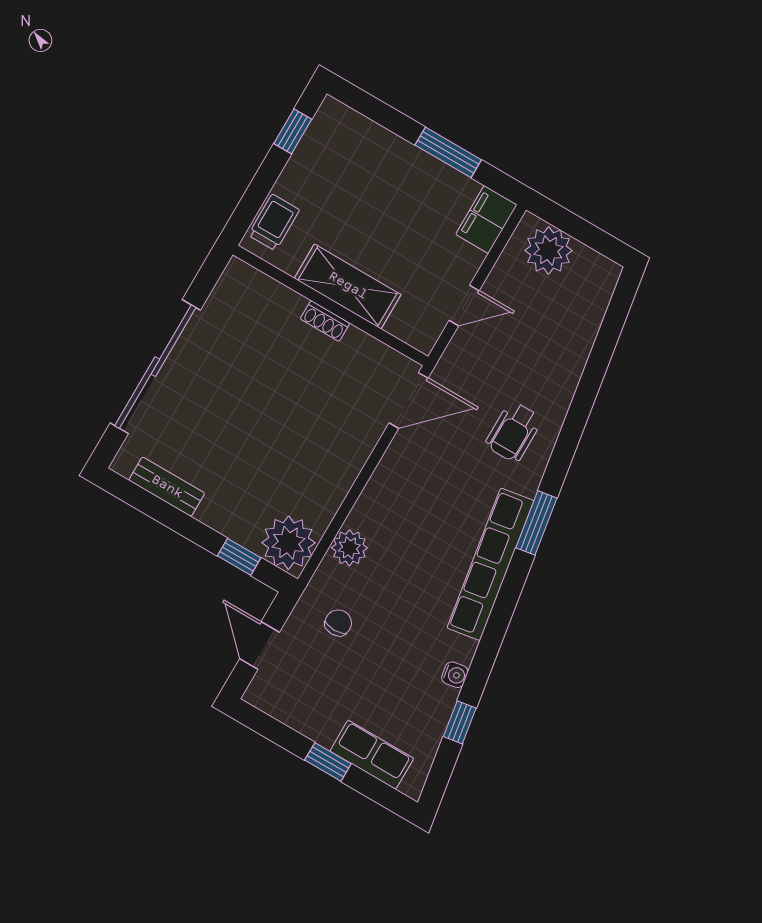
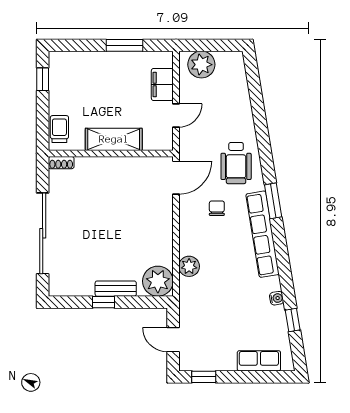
filing cabinet: (486, 220) -> (162, 84), moved
shoe rack: (325, 321) -> (61, 163), moved
wheelchair: (513, 432) -> (236, 163), width x1.36, depth x1.37
bench: (167, 487) -> (116, 289), moved
window: (239, 557) -> (104, 302), moved
chair: (338, 623) -> (217, 208), moved
window: (328, 762) -> (204, 377), moved

